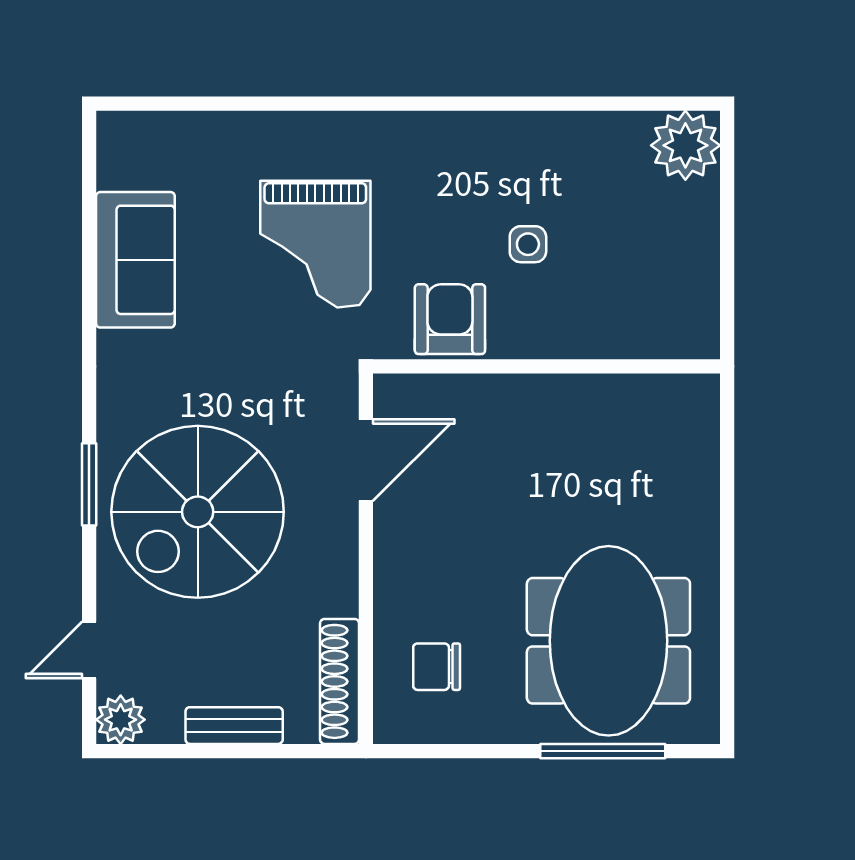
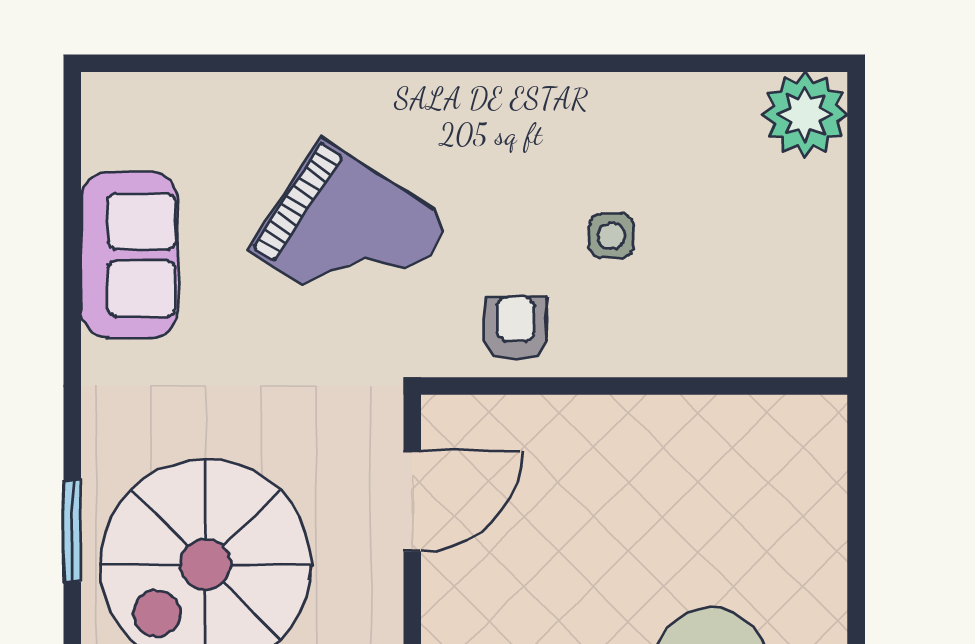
grand piano: (315, 244) -> (350, 236), turned -57
armchair: (450, 319) -> (516, 328), width x0.72, depth x0.72

